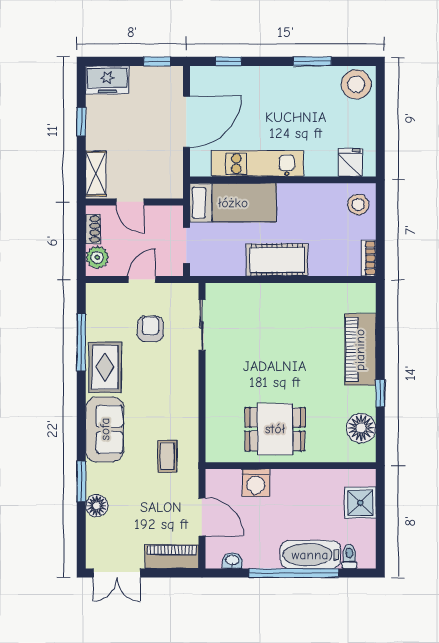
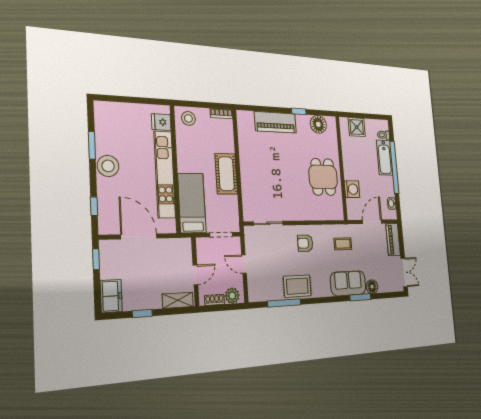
stool: (356, 84) -> (108, 166), moved
kitchen unit: (257, 164) -> (165, 174), width x1.36
armchair: (150, 329) -> (305, 243), moved
sofa: (105, 429) -> (348, 283), moved

